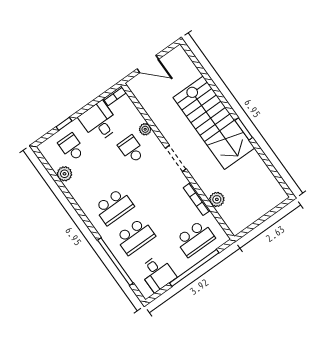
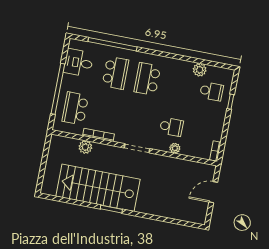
desk: (99, 122) -> (209, 125), removed
stairs: (214, 123) -> (98, 188), moved
school desk: (135, 236) -> (115, 73), turned 180

